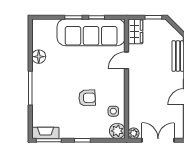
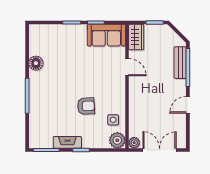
sofa: (91, 32) -> (106, 35), width x0.54, depth x0.79
door: (127, 60) -> (127, 67), swing flipped
fireplace: (45, 133) -> (67, 142), moved

